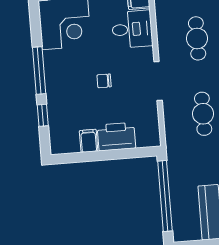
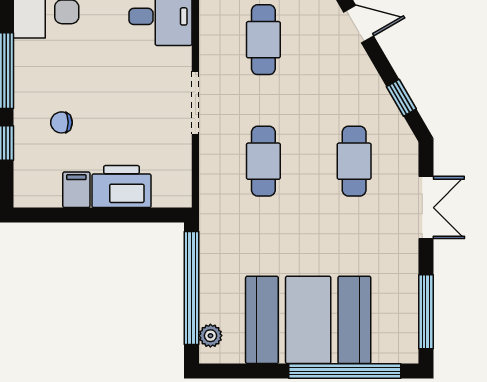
chair: (104, 81) -> (61, 122), moved
plant: (179, 225) -> (210, 336), added

